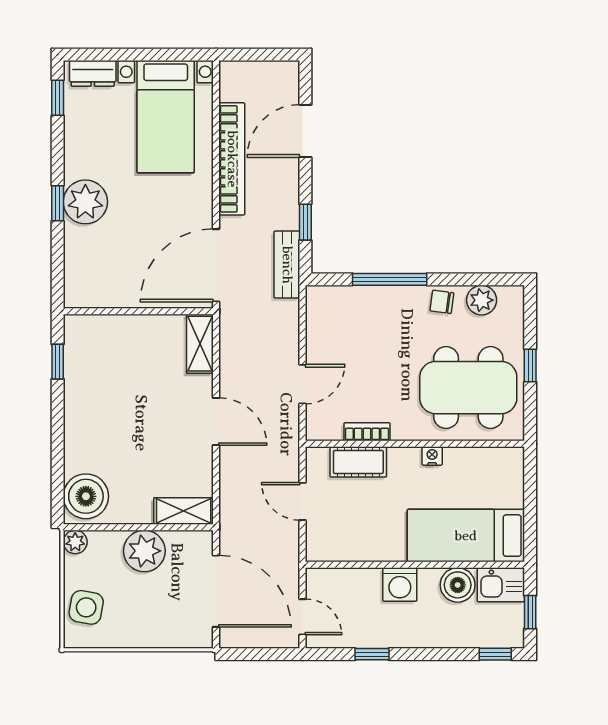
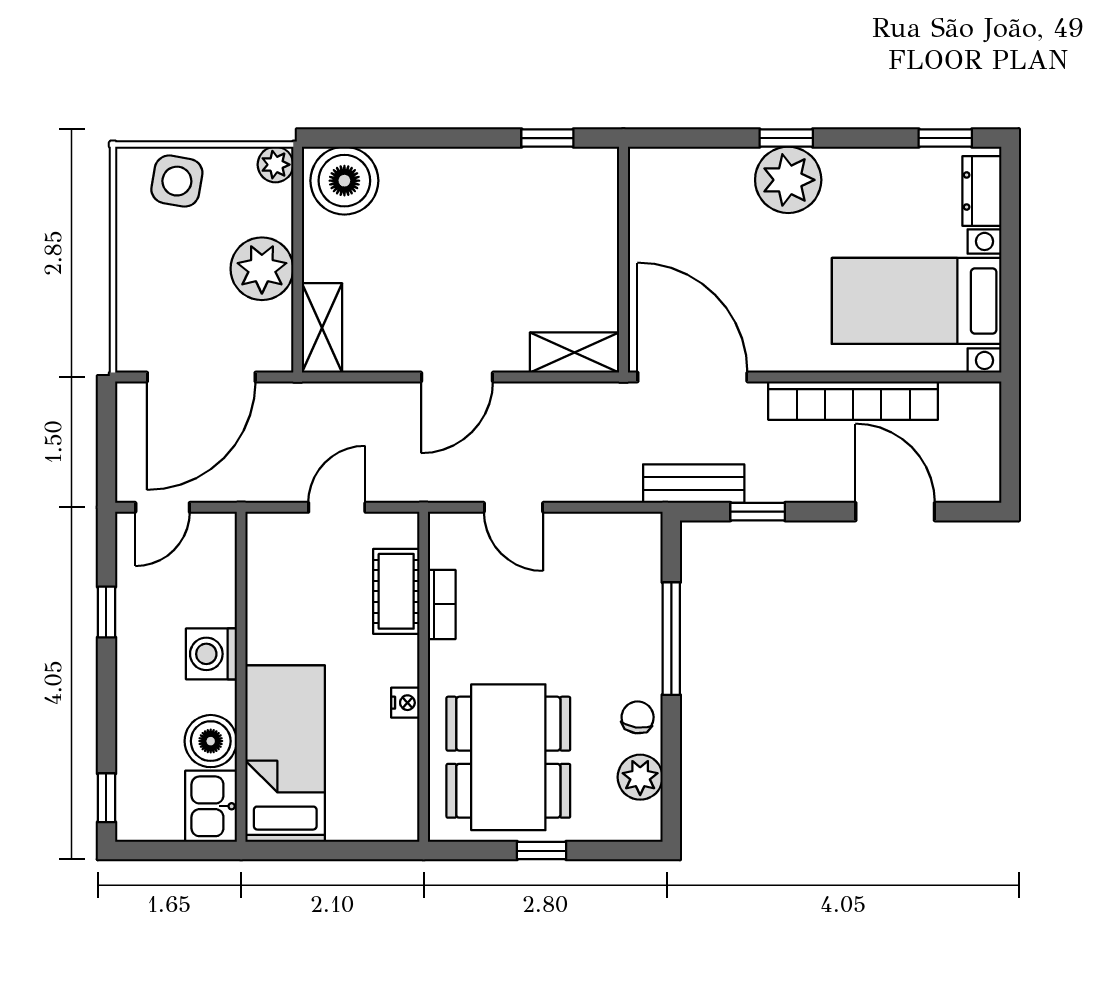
window: (530, 612) -> (170, 851), removed

